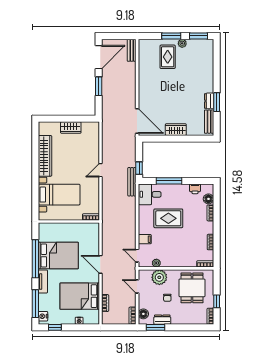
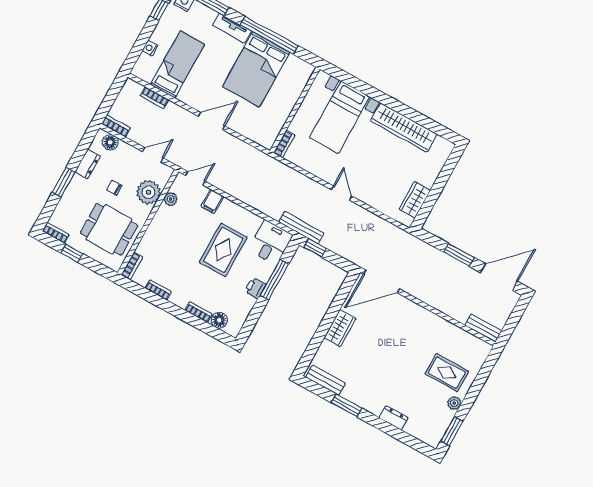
window: (171, 36) -> (473, 394), removed
door: (99, 57) -> (499, 277), swing flipped
dresser: (209, 101) -> (394, 418), moved
wardrobe: (71, 128) -> (415, 200), moved
printer: (195, 189) -> (255, 288), moved
bed: (80, 296) -> (177, 64), width x0.67
window: (156, 327) -> (64, 182), moved

